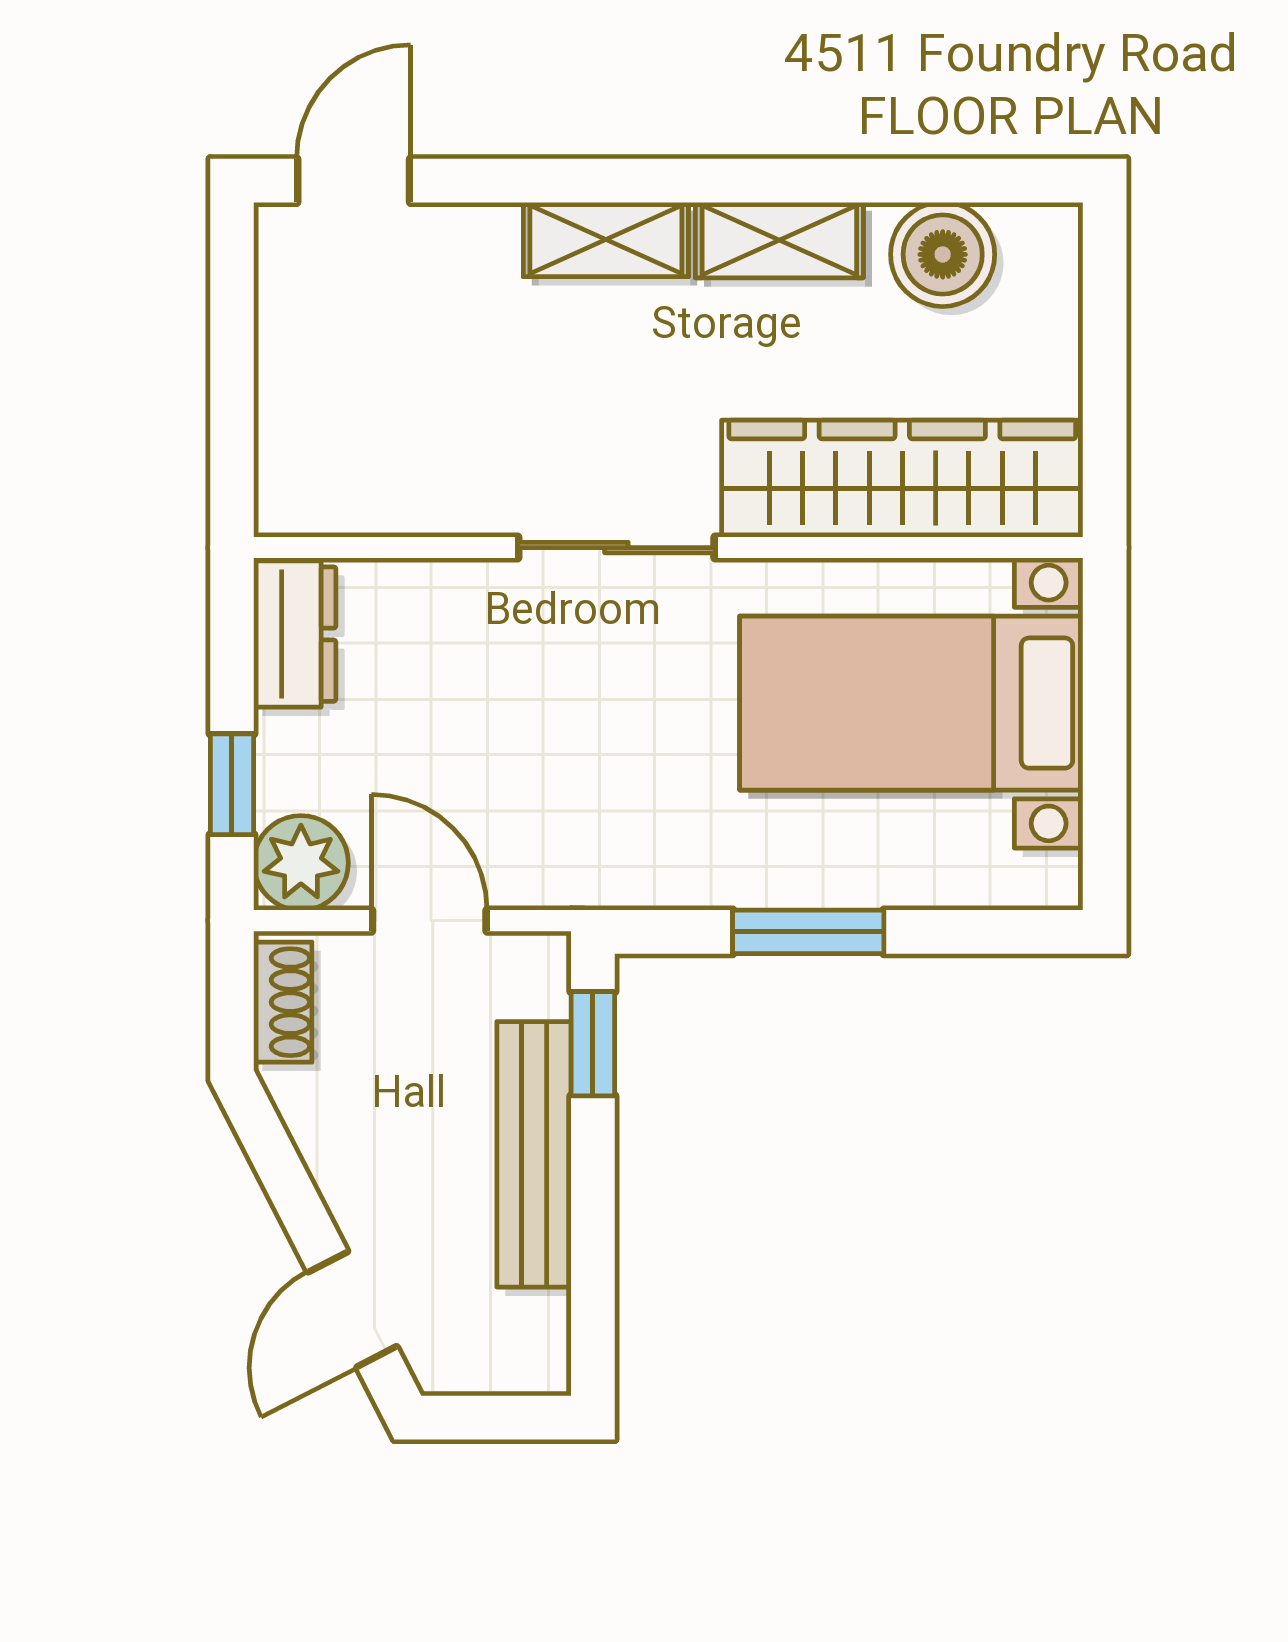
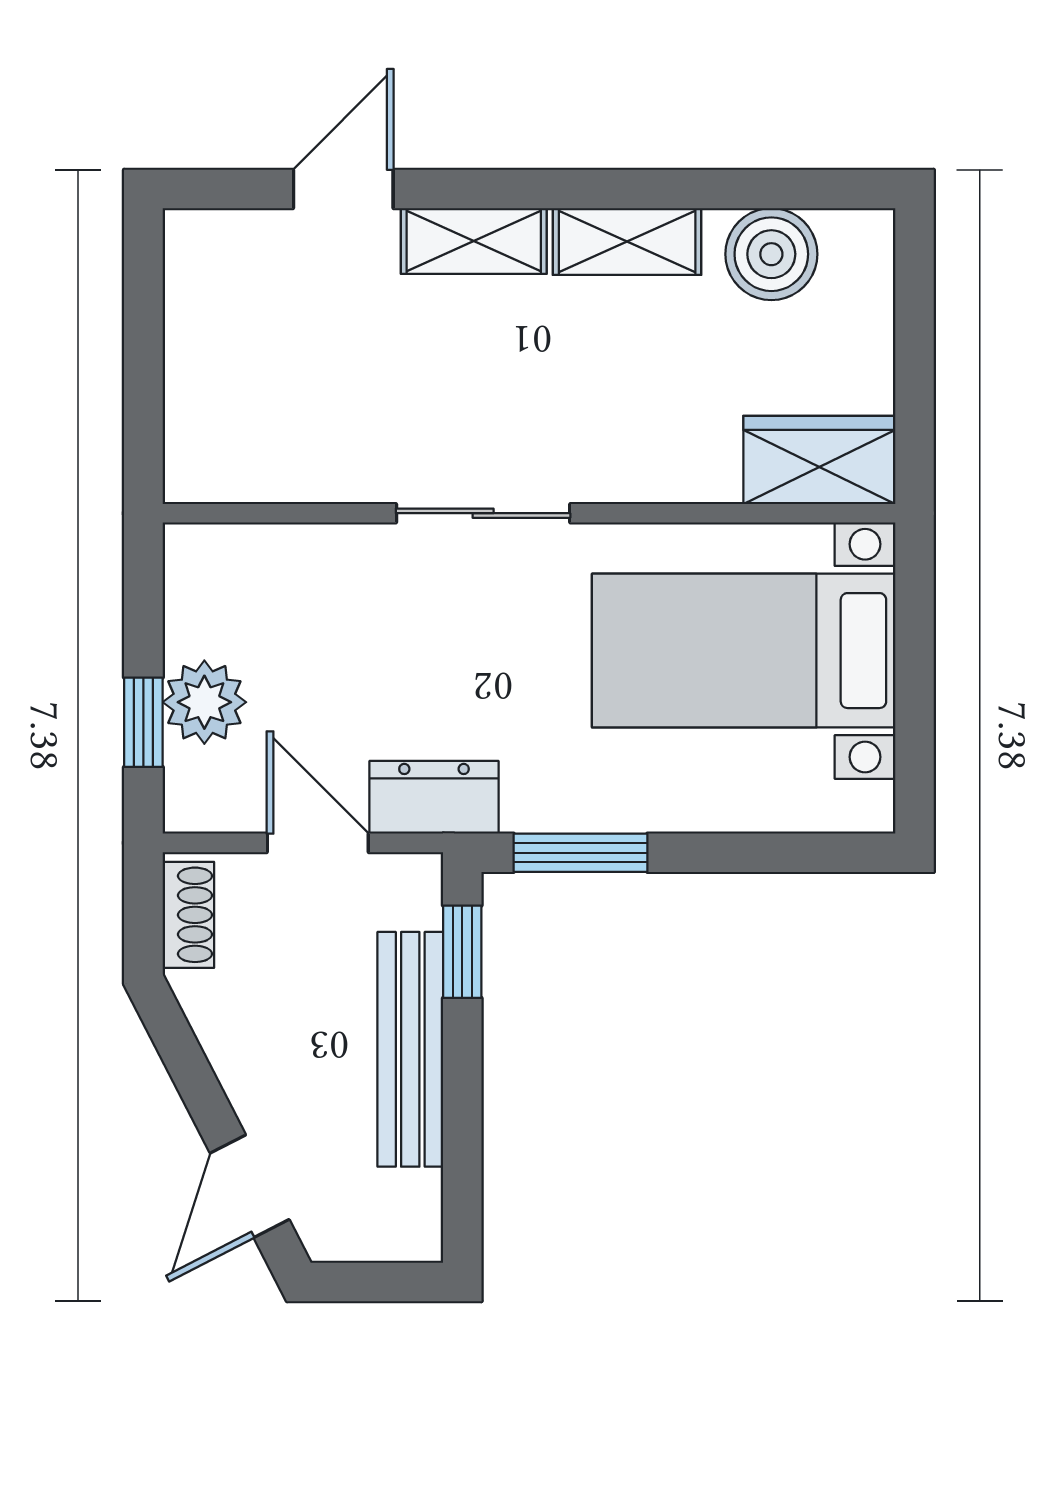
door: (354, 181) -> (343, 189), moved
wardrobe: (902, 479) -> (819, 460), width x0.48, depth x0.85
dresser: (295, 634) -> (434, 797), moved, turned -90
plant: (301, 863) -> (204, 702), moved
window: (808, 932) -> (581, 853), moved

